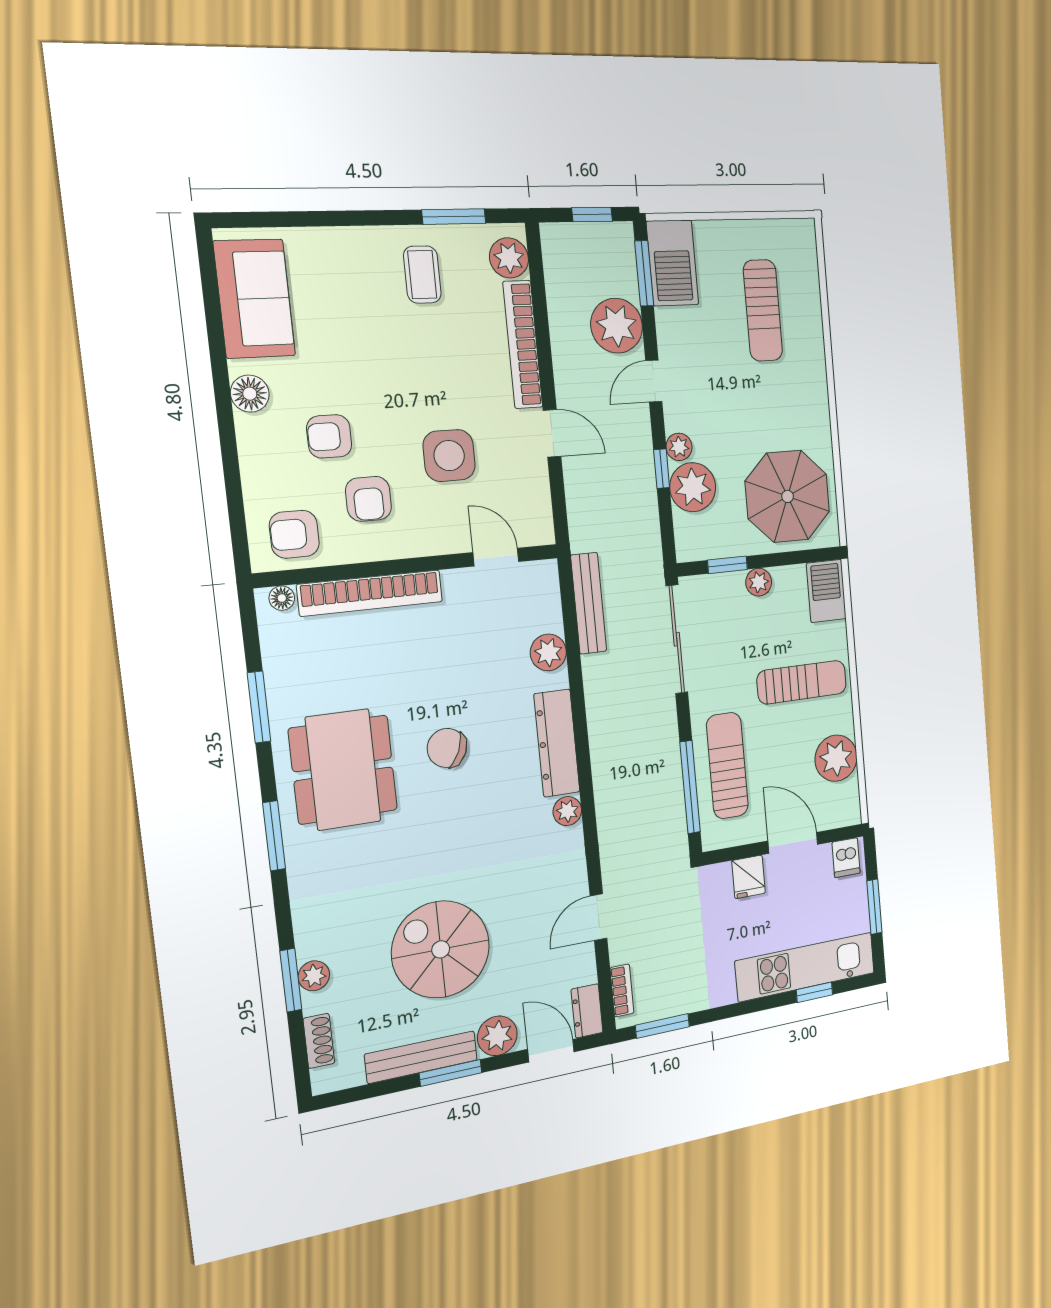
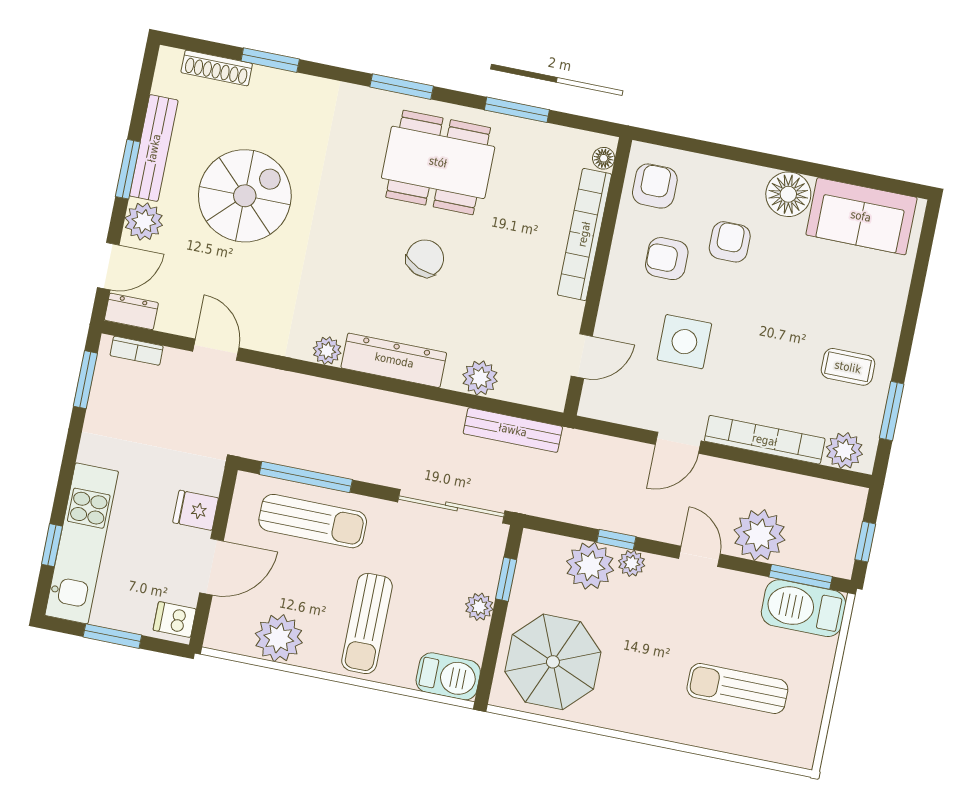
floor lamp: (250, 394) -> (788, 194), width x1.38, depth x1.38
plant: (314, 976) -> (266, 80), removed
shoe rack: (319, 1041) -> (217, 68), width x1.43

